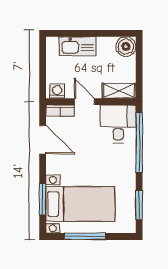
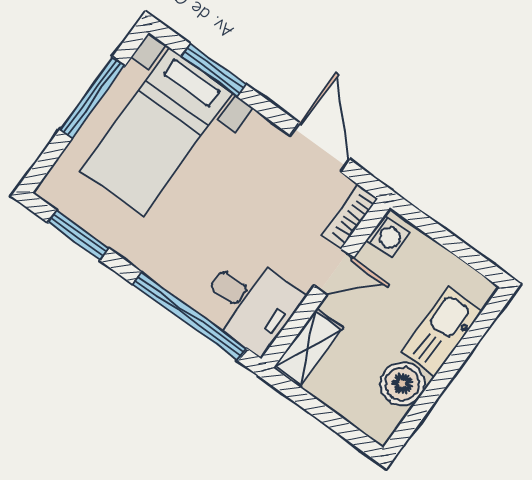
boiler: (126, 47) -> (403, 384), moved
door: (43, 140) -> (320, 147), swing flipped

